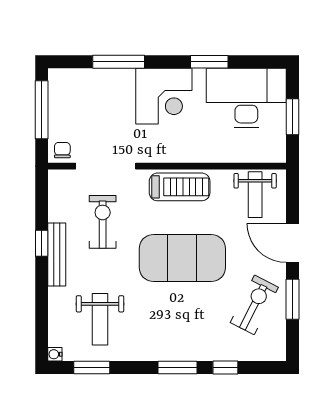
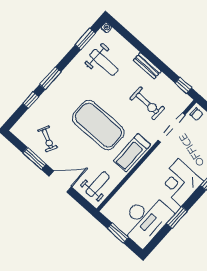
weight bench: (255, 195) -> (98, 184), turned 90
window: (42, 243) -> (183, 85), moved
bench: (57, 255) -> (147, 66), width x0.73
exercise mat: (182, 258) -> (98, 125), turned 90
exercise bike: (254, 305) -> (48, 139), width x0.73, depth x0.72
weight bench: (100, 319) -> (104, 62), turned 180

